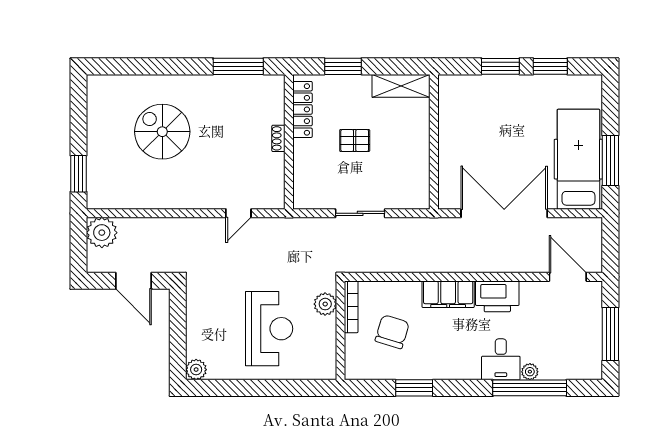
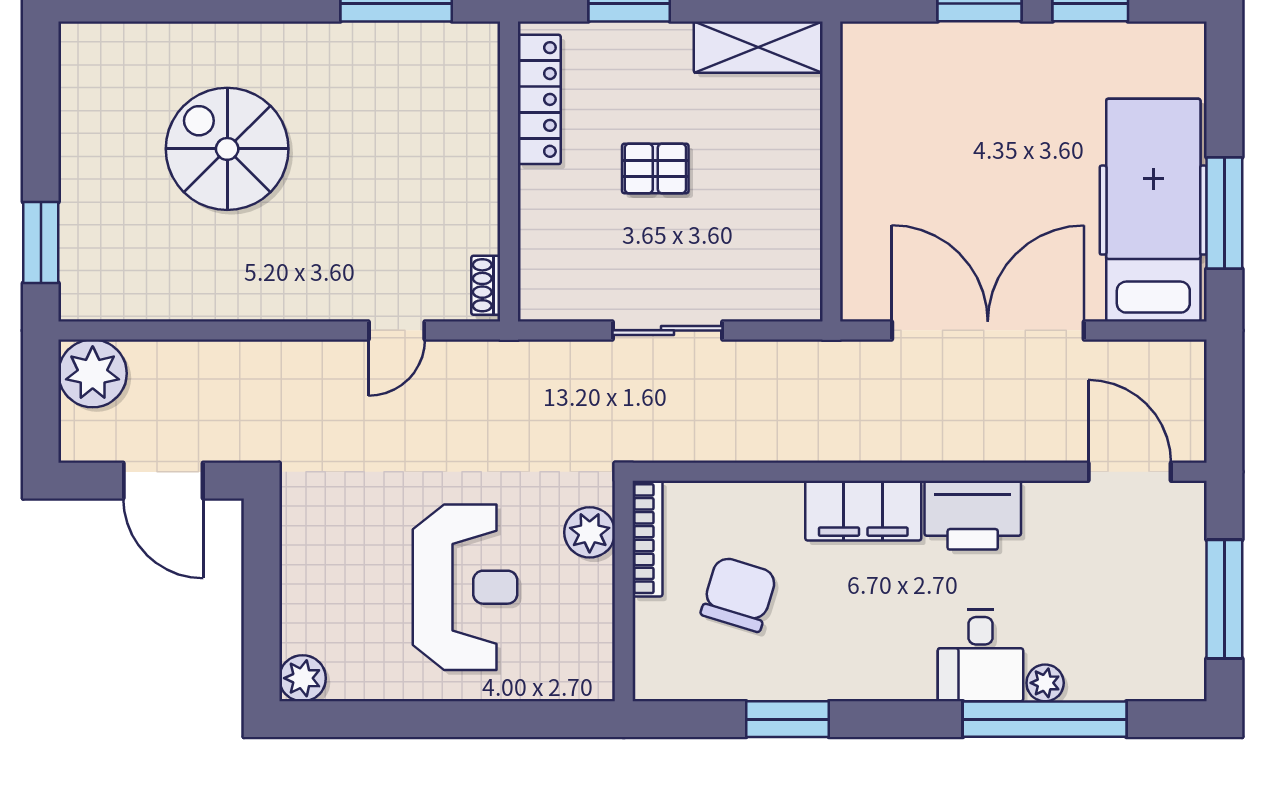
shoe rack: (278, 138) -> (486, 285), moved

